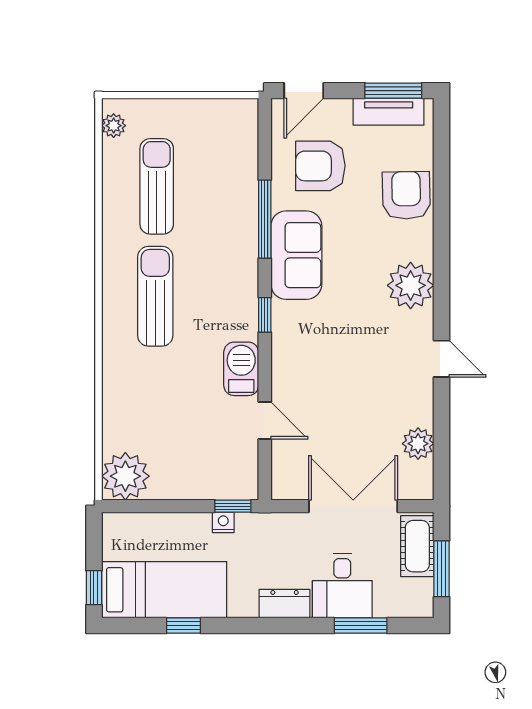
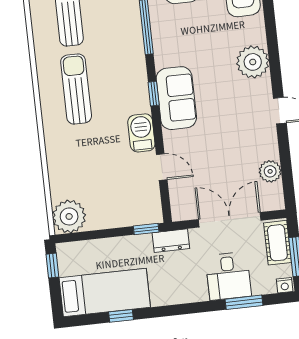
sofa: (296, 255) -> (176, 98), moved
nightstand: (223, 522) -> (285, 285), moved, turned 180
window: (94, 588) -> (52, 266), moved
dresser: (285, 604) -> (171, 241), moved, turned 180

